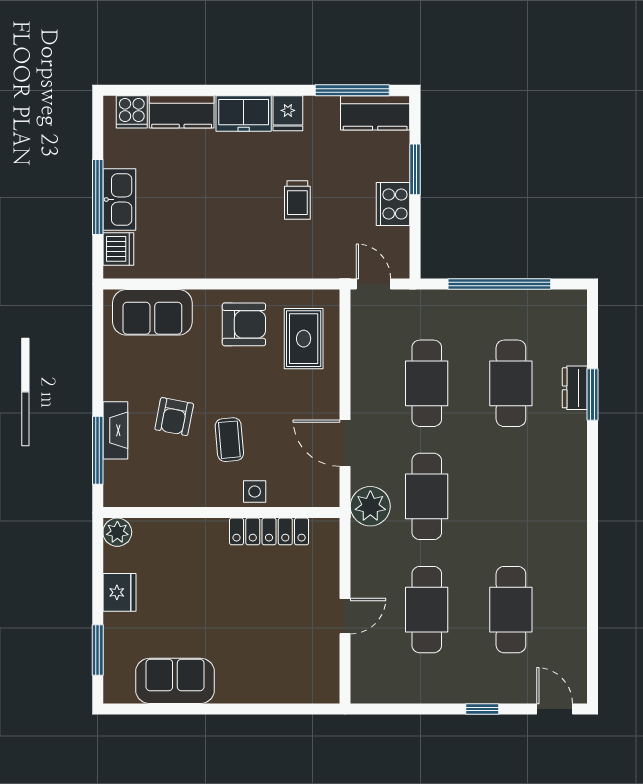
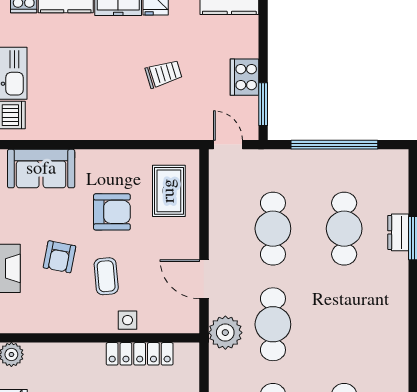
window: (415, 169) -> (263, 104), moved
trolley: (297, 200) -> (164, 74), turned -107
armchair: (244, 324) -> (112, 212), moved

